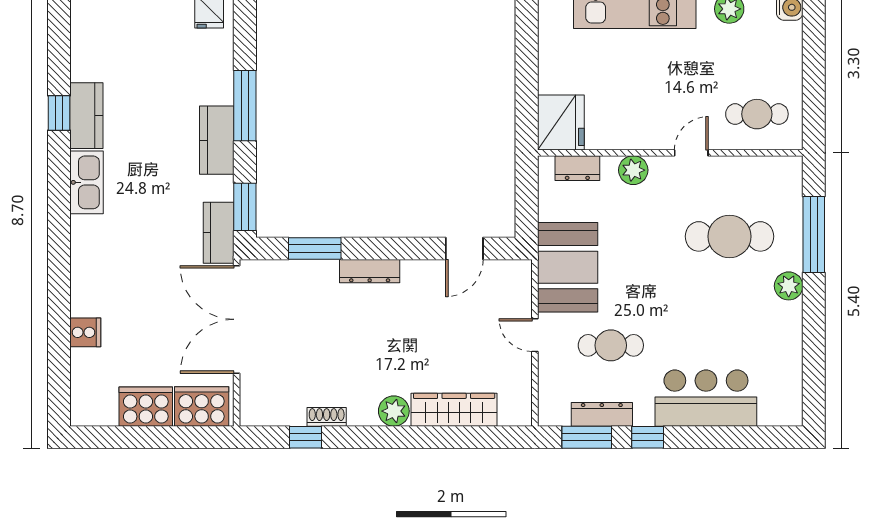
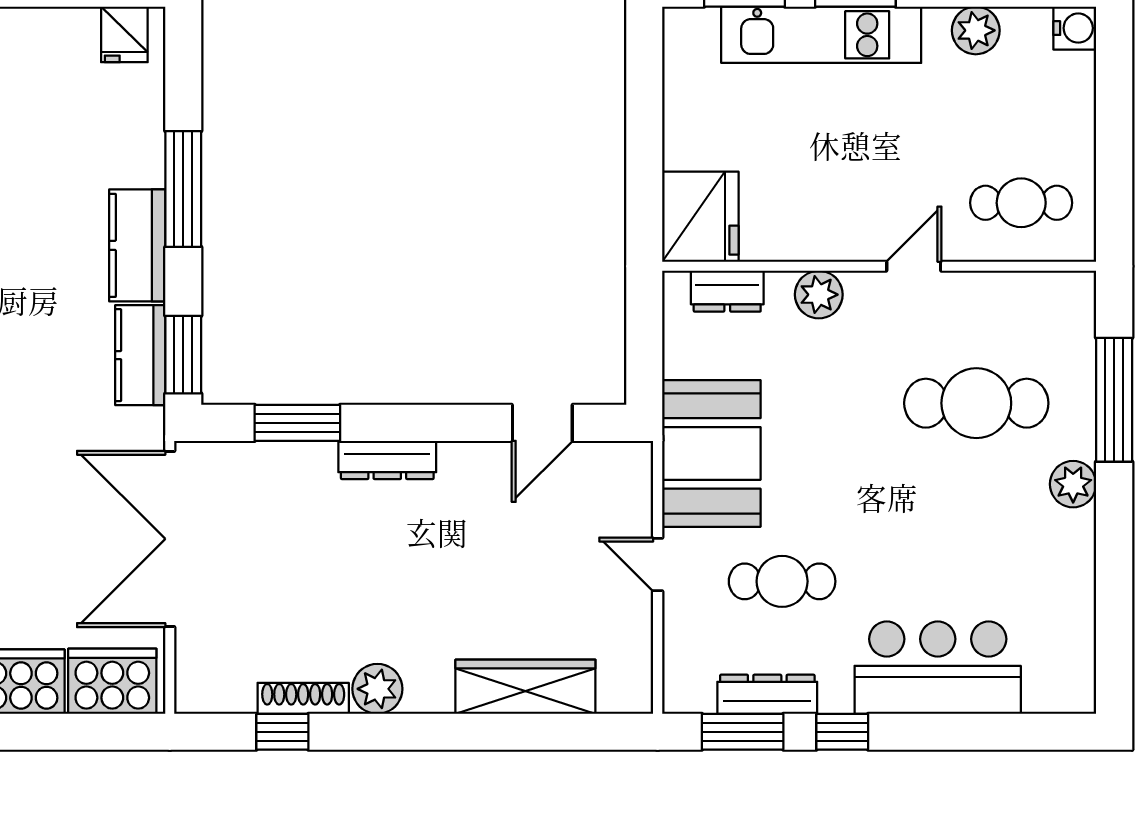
kitchen counter: (219, 233) -> (140, 355), moved
plant: (394, 411) -> (377, 689), moved
shoe rack: (327, 417) -> (303, 698), width x1.43

